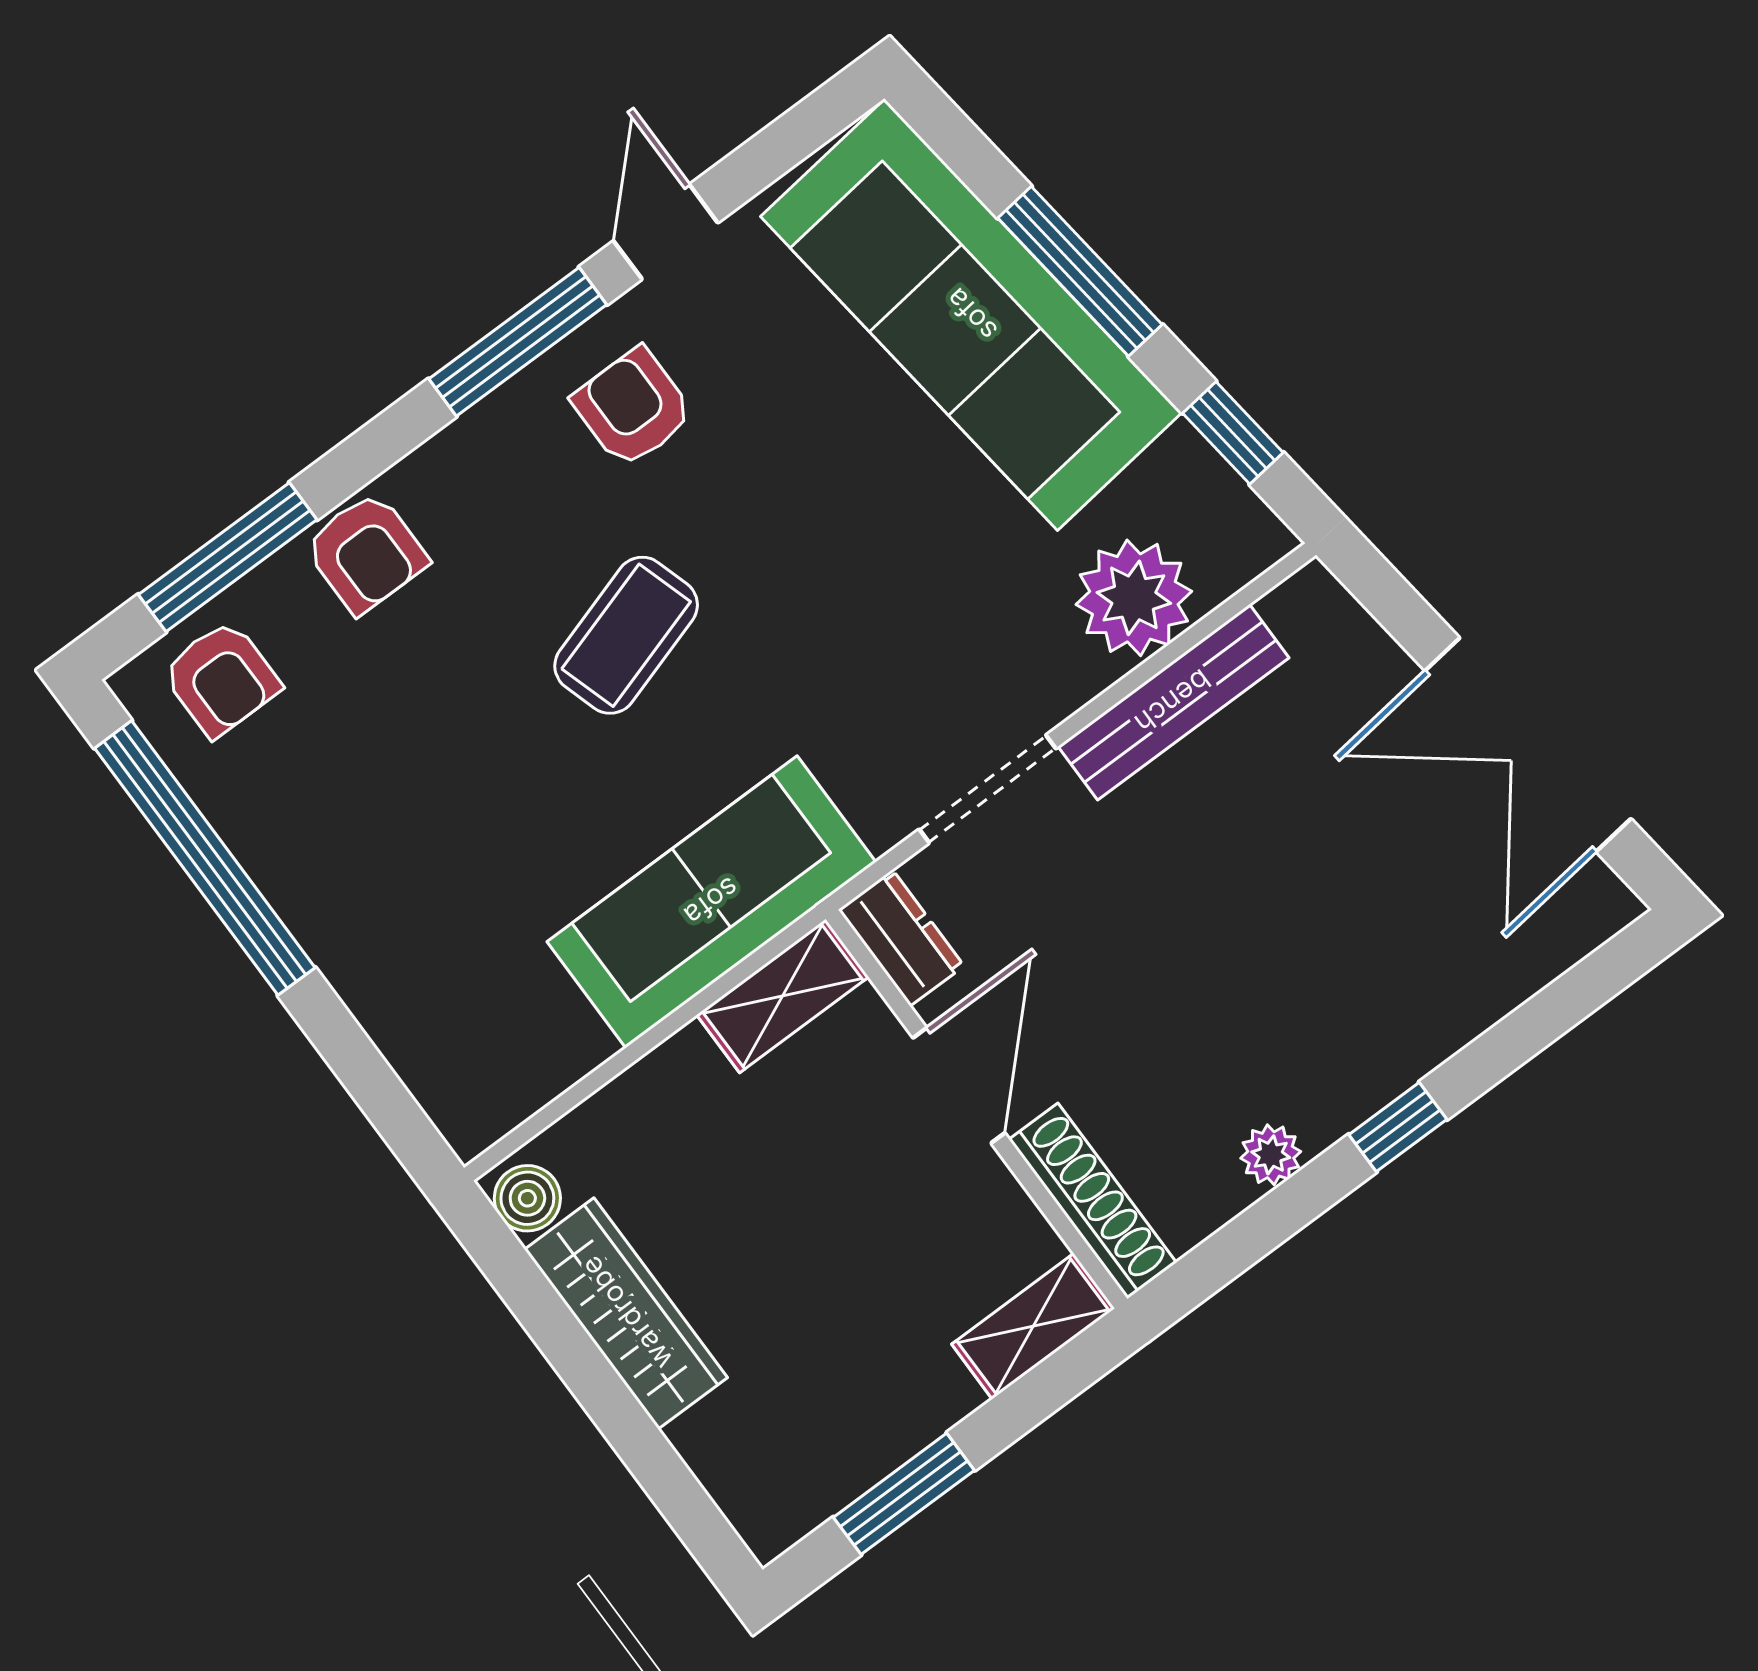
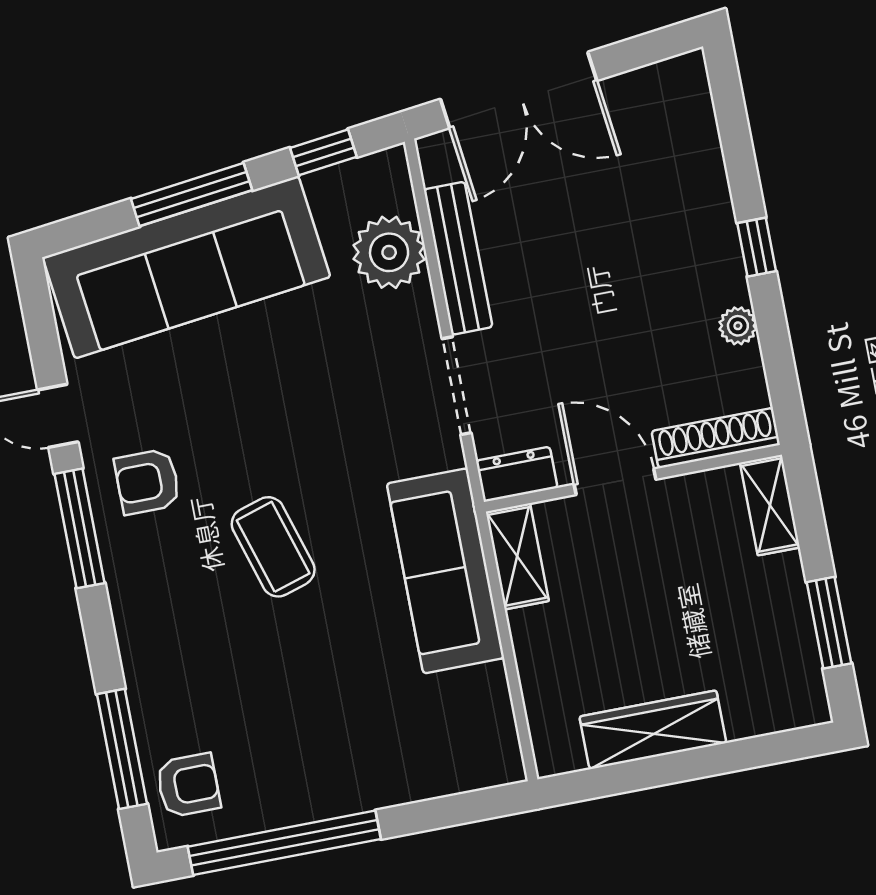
armchair: (366, 553) -> (157, 670), removed
double door: (1528, 745) -> (519, 90), moved
boiler: (527, 1198) -> (562, 754), removed

